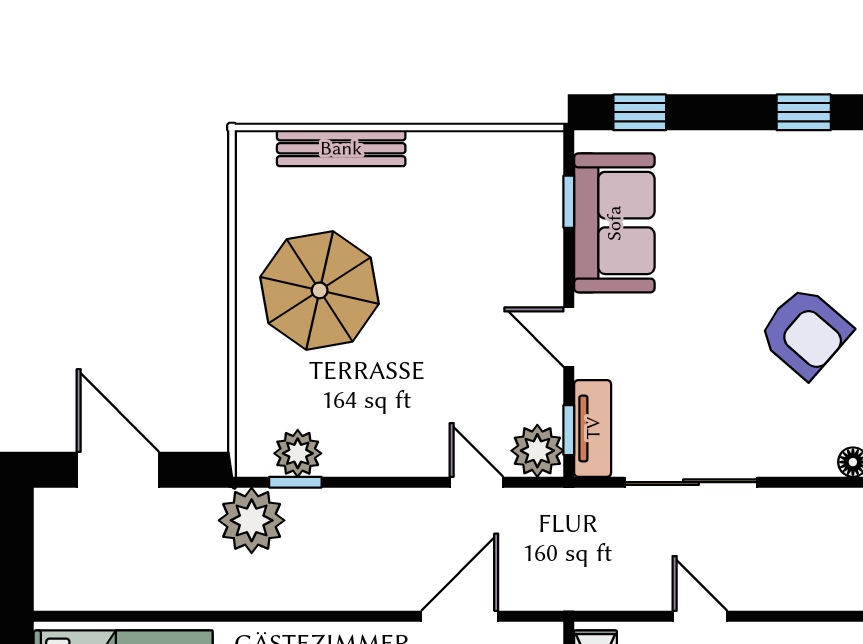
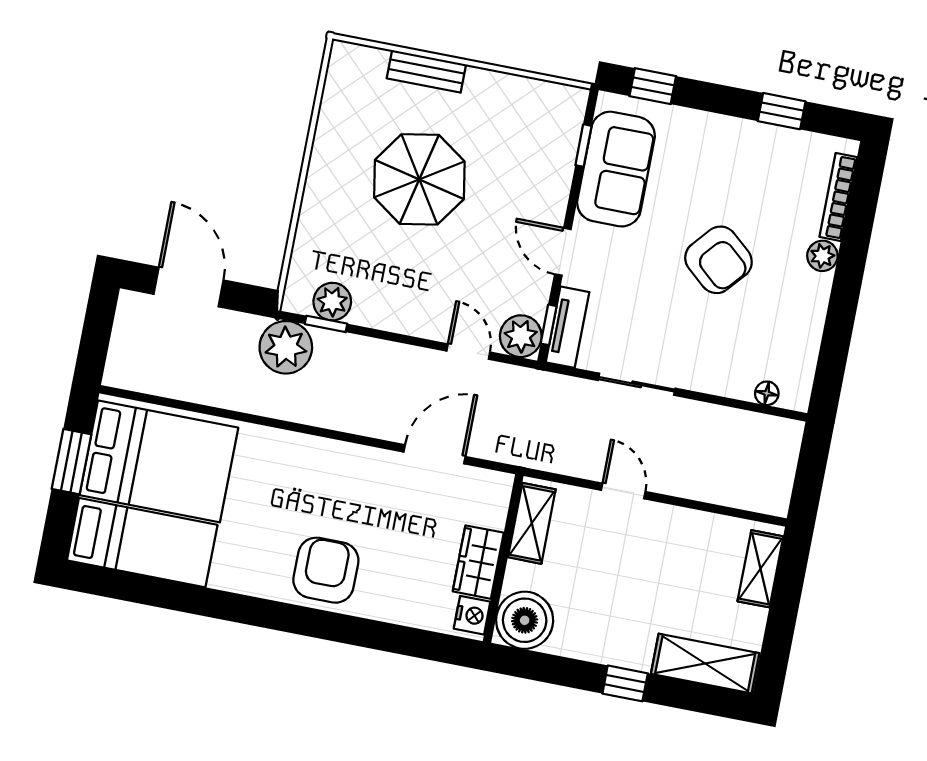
bench: (341, 148) -> (426, 71), width x0.73
parasol: (320, 290) -> (419, 179), moved
armchair: (805, 332) -> (718, 260), moved
sliding door: (691, 482) -> (637, 384), width x0.73

